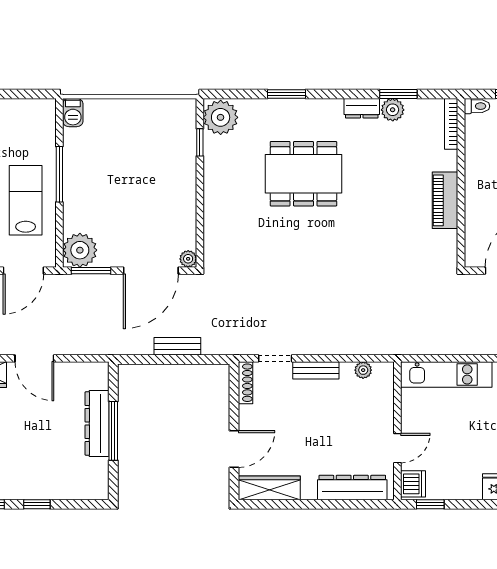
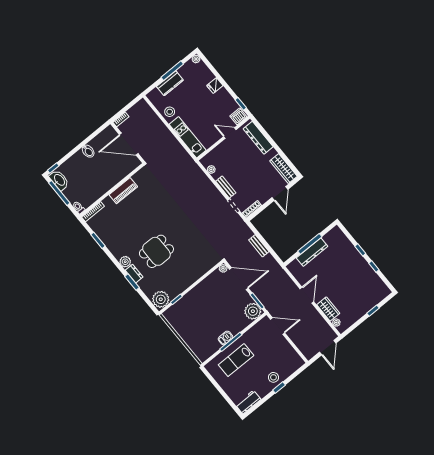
dresser: (362, 108) -> (134, 274), moved
plant: (393, 110) -> (125, 262), moved
barbecue: (73, 113) -> (225, 338), moved
dining table: (303, 174) -> (156, 251), width x0.73
lab bench: (26, 200) -> (236, 360), moved
door: (234, 449) -> (280, 193), swing flipped

